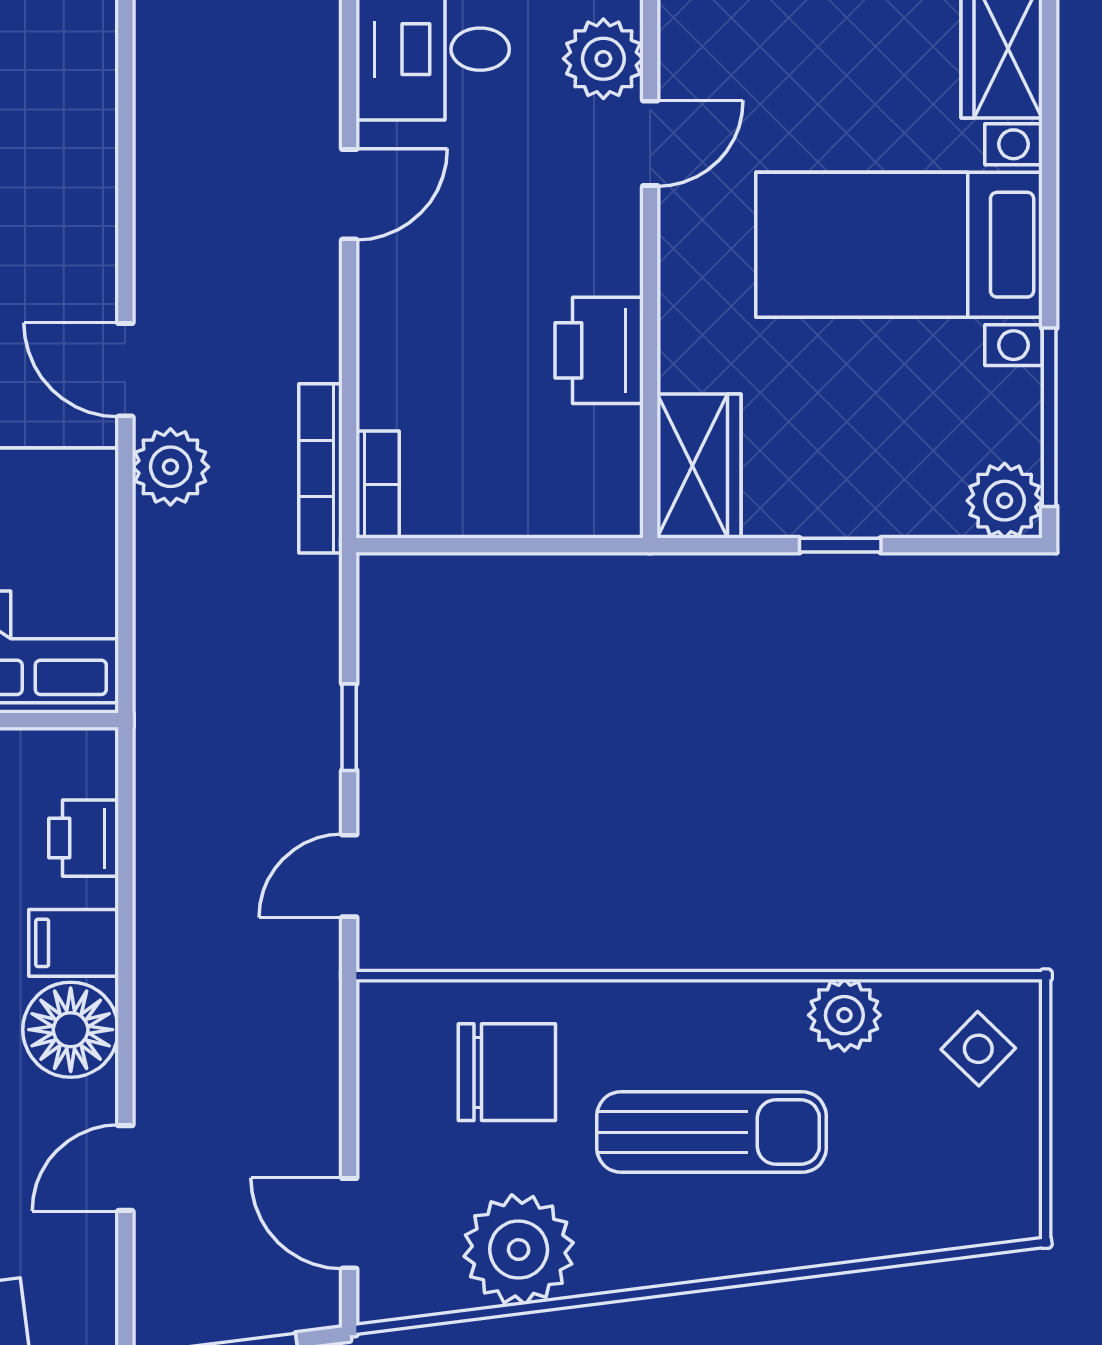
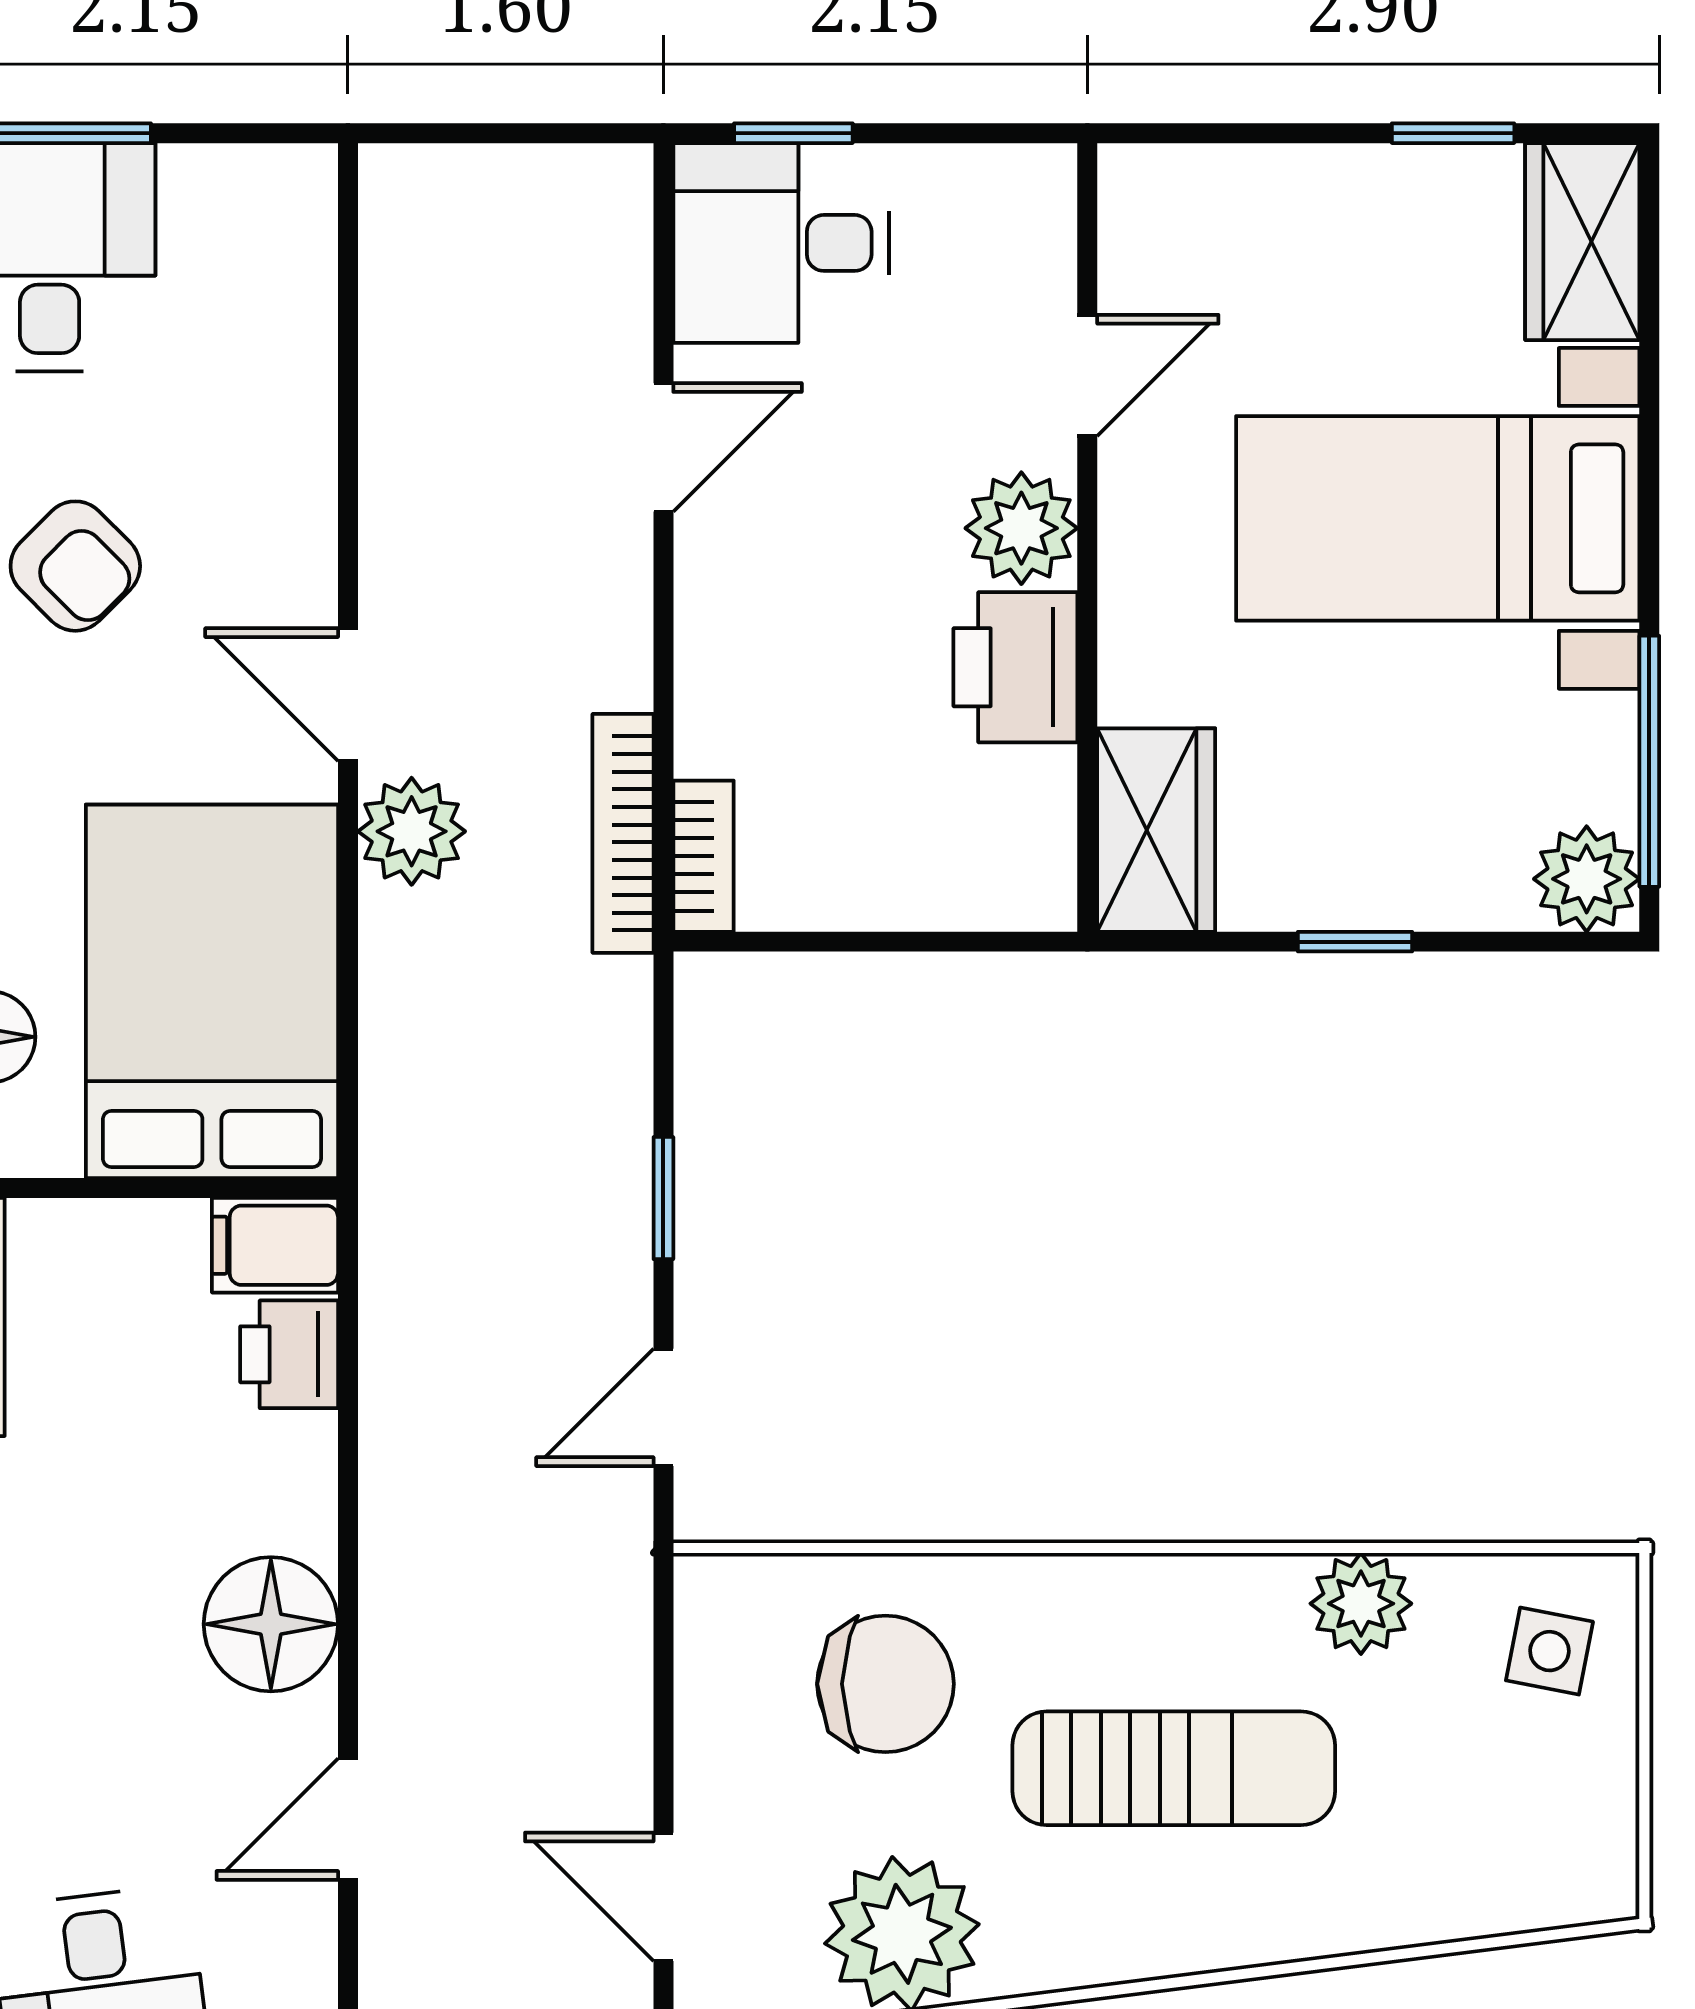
plant: (603, 59) -> (1021, 528), moved
filing cabinet: (74, 943) -> (275, 1245), moved
side table: (978, 1049) -> (1549, 1651), turned -33

